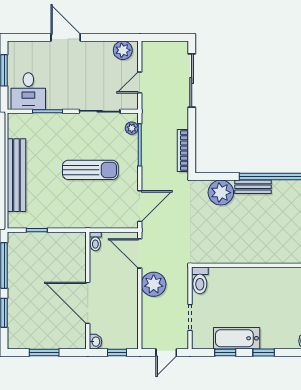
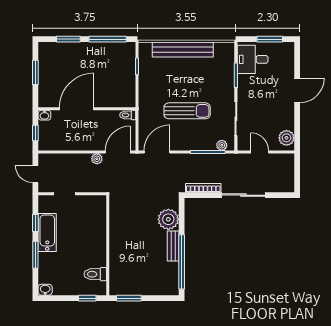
sliding door: (192, 81) -> (243, 195), moved
sun lounger: (90, 170) -> (187, 111), turned -90
door: (140, 206) -> (157, 152), swing flipped
toilet: (200, 280) -> (95, 274), moved
plant: (154, 284) -> (97, 159), width x0.53, depth x0.53
window: (264, 352) -> (35, 255), width x1.50

